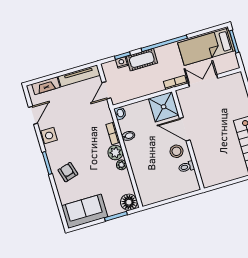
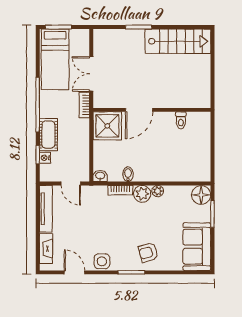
stool: (176, 151) -> (161, 126), removed

